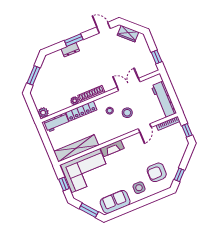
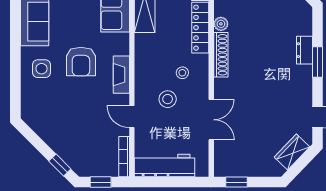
fireplace: (112, 148) -> (121, 75), moved
armchair: (157, 172) -> (81, 62), moved, turned 180
window: (179, 175) -> (60, 165), moved

